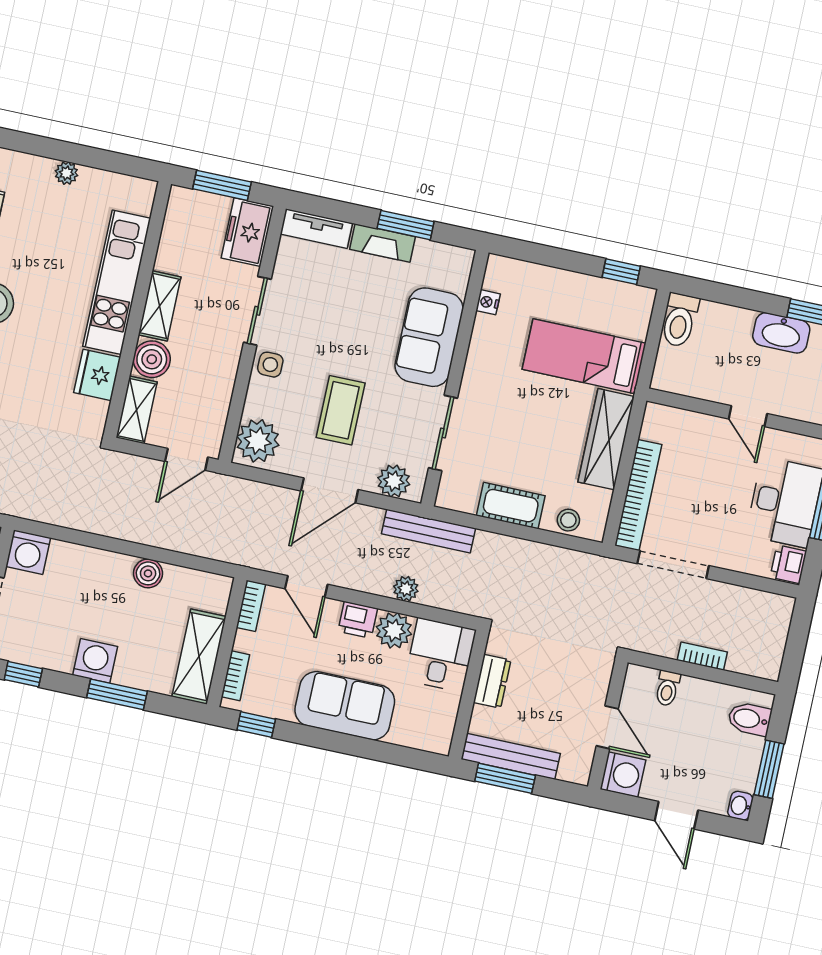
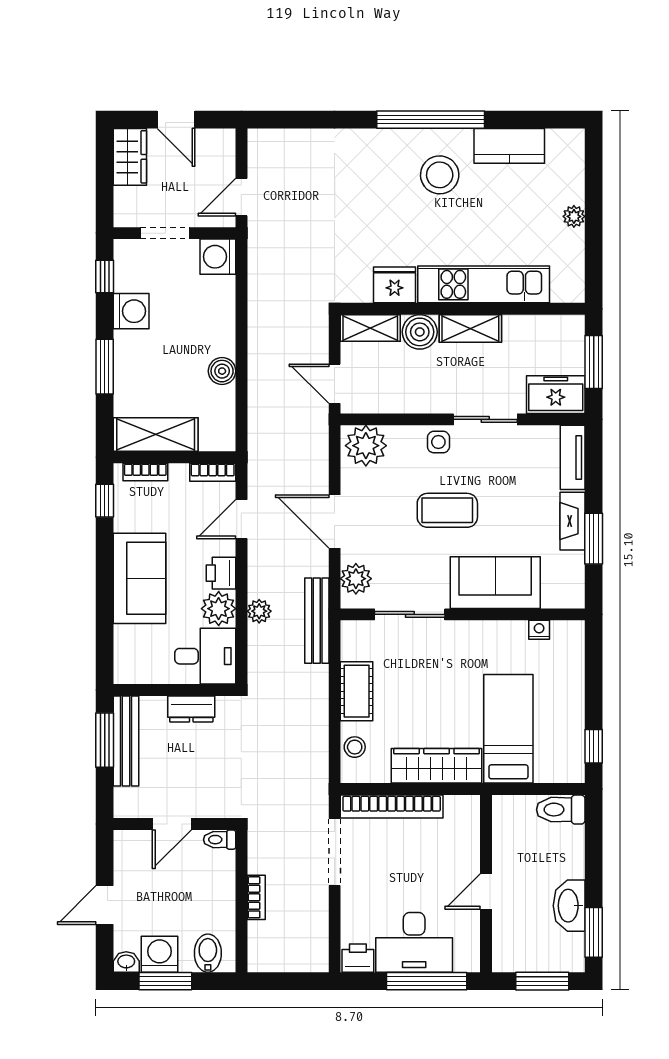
coffee table: (341, 410) -> (447, 510), moved
washing machine: (95, 661) -> (131, 311), moved
toilet: (667, 688) -> (220, 840), moved
washing machine: (623, 775) -> (160, 954), moved, turned 180

